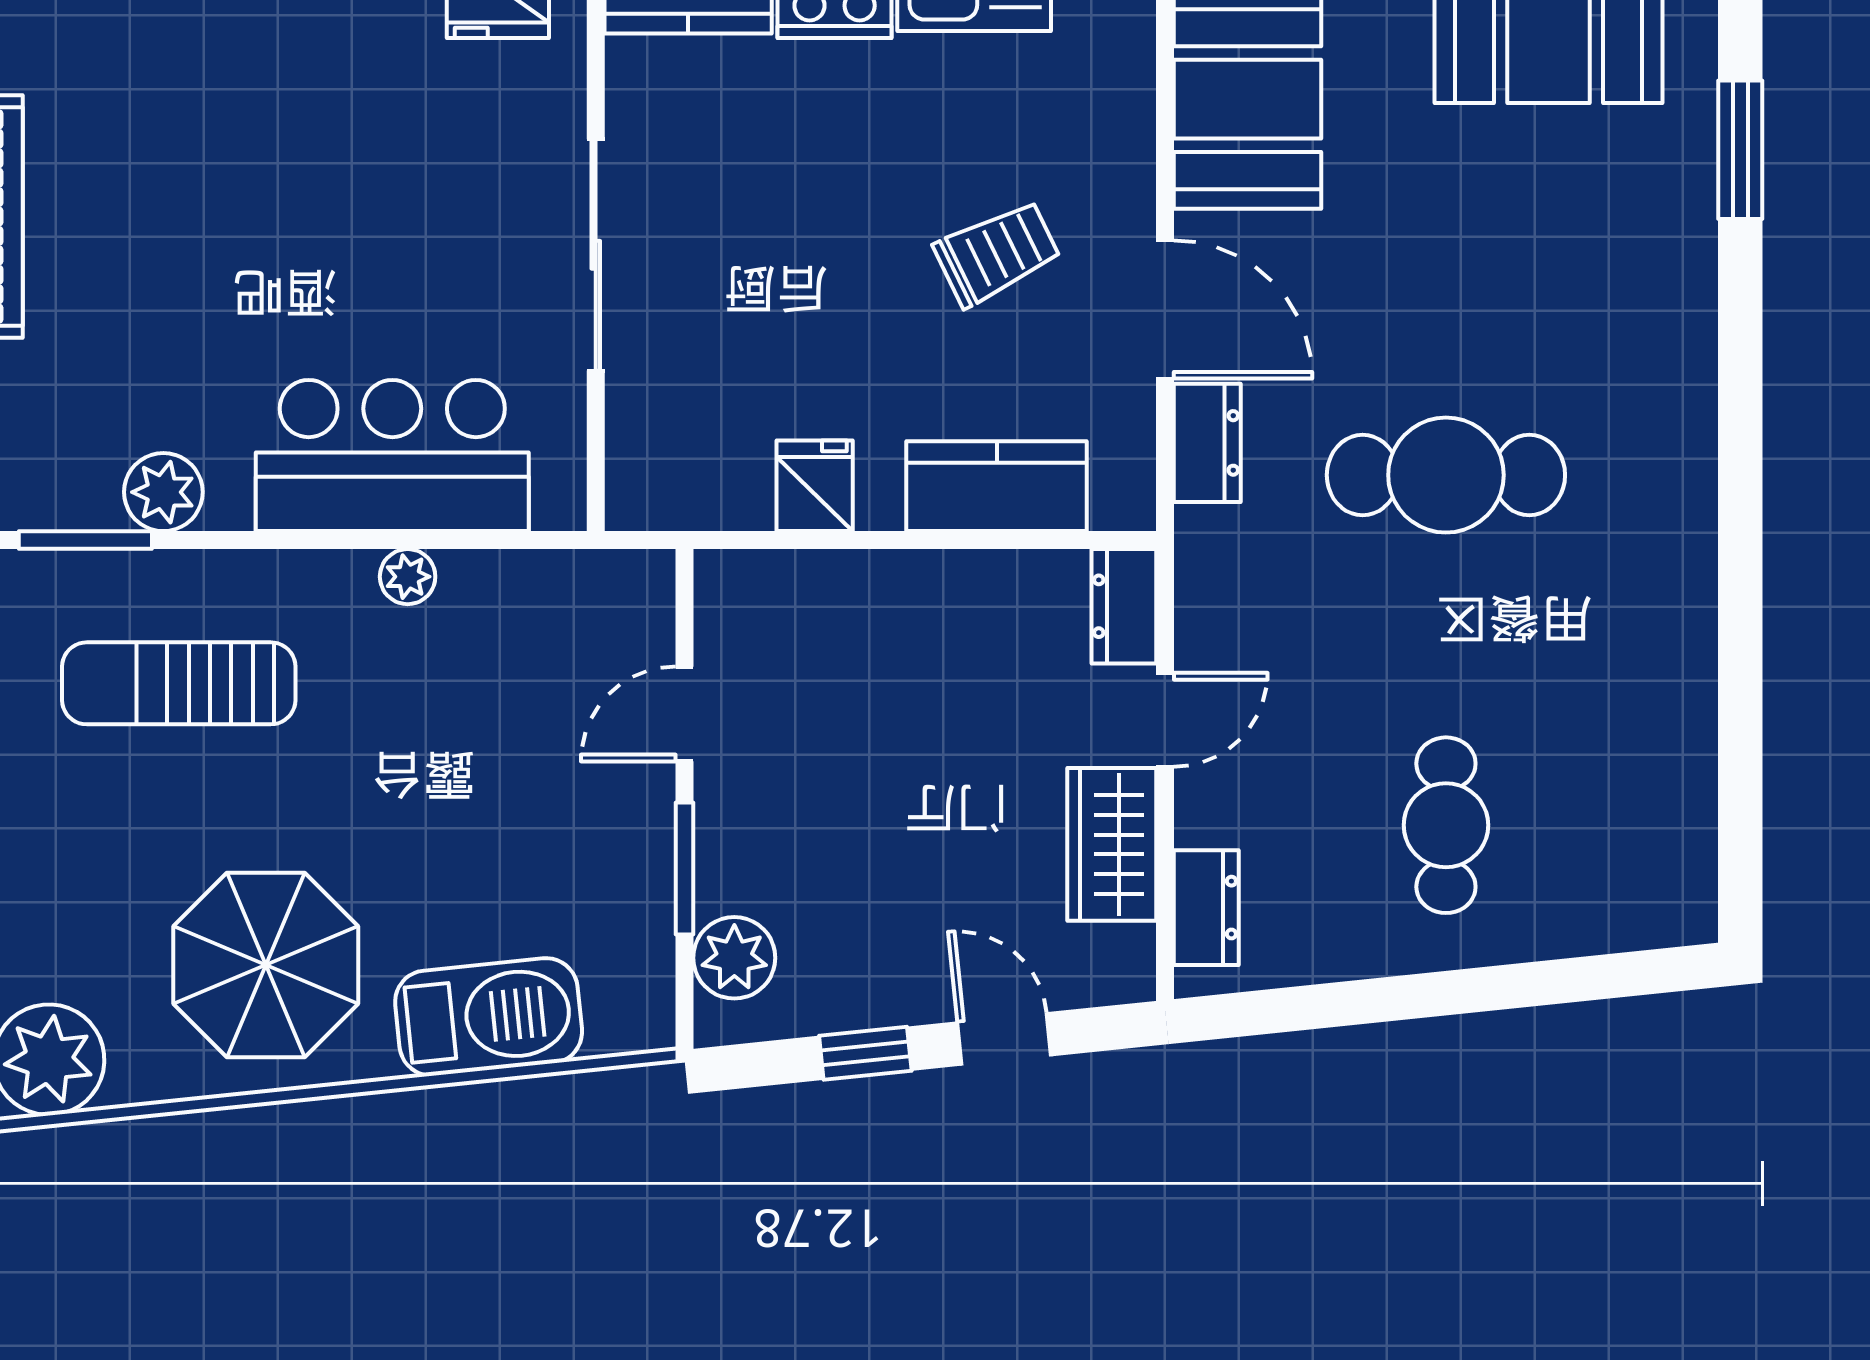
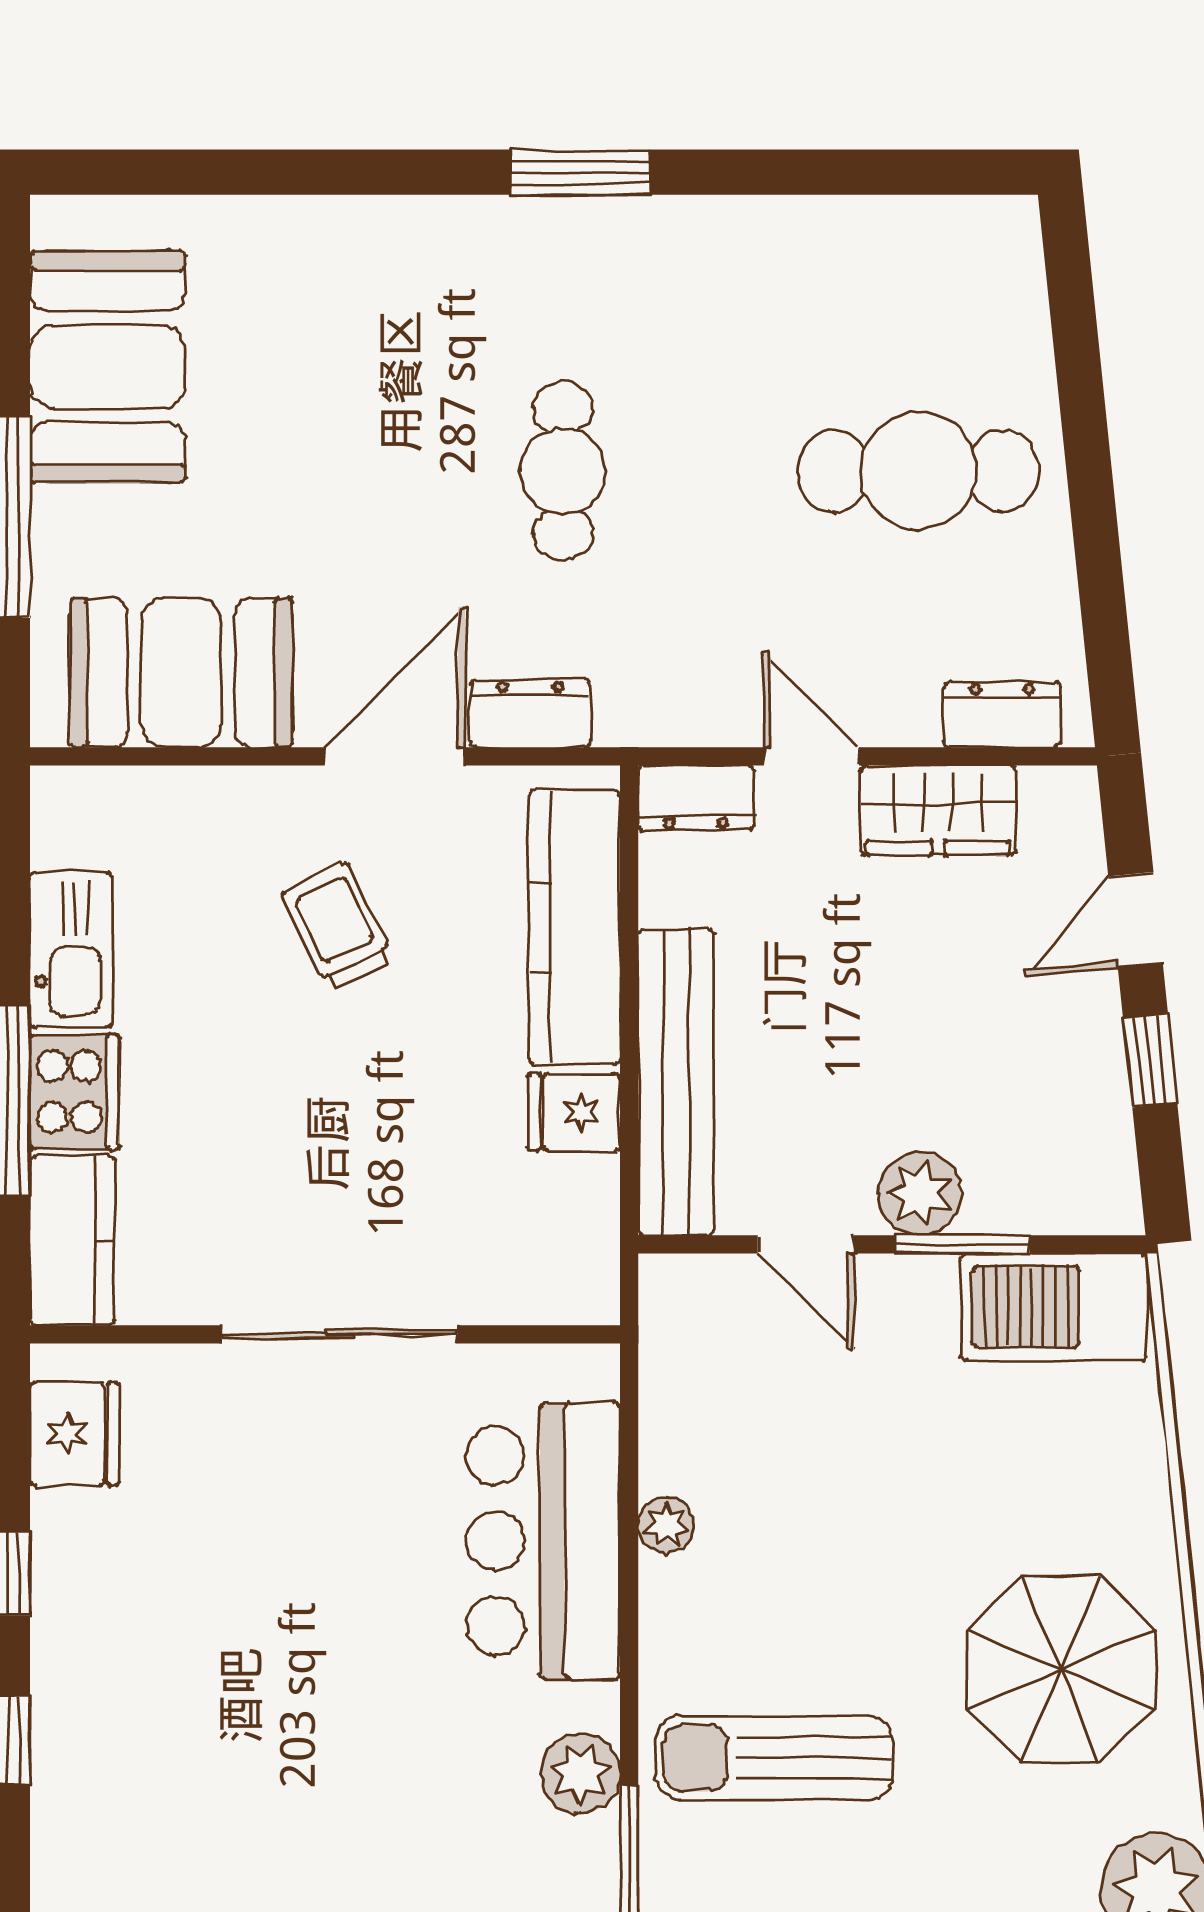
window: (1740, 150) -> (580, 172), moved
cafe table: (1446, 475) -> (563, 471), width x0.73, depth x0.74
kitchen counter: (997, 486) -> (574, 927), width x1.50
bench: (844, 587) -> (676, 1082), added
sun lounger: (179, 683) -> (775, 1758), turned 90
cafe table: (1446, 825) -> (919, 471), width x1.37, depth x1.35
plant: (734, 958) -> (920, 1194), moved
barbecue: (489, 1017) -> (1054, 1307), moved, turned -84

